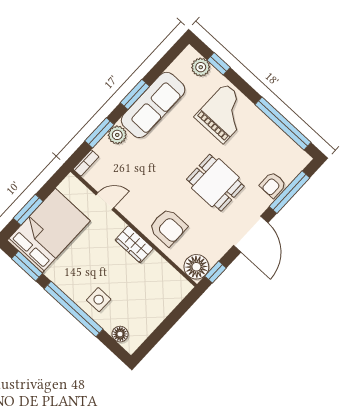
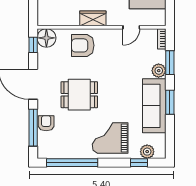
grand piano: (224, 113) -> (110, 138), turned 90

